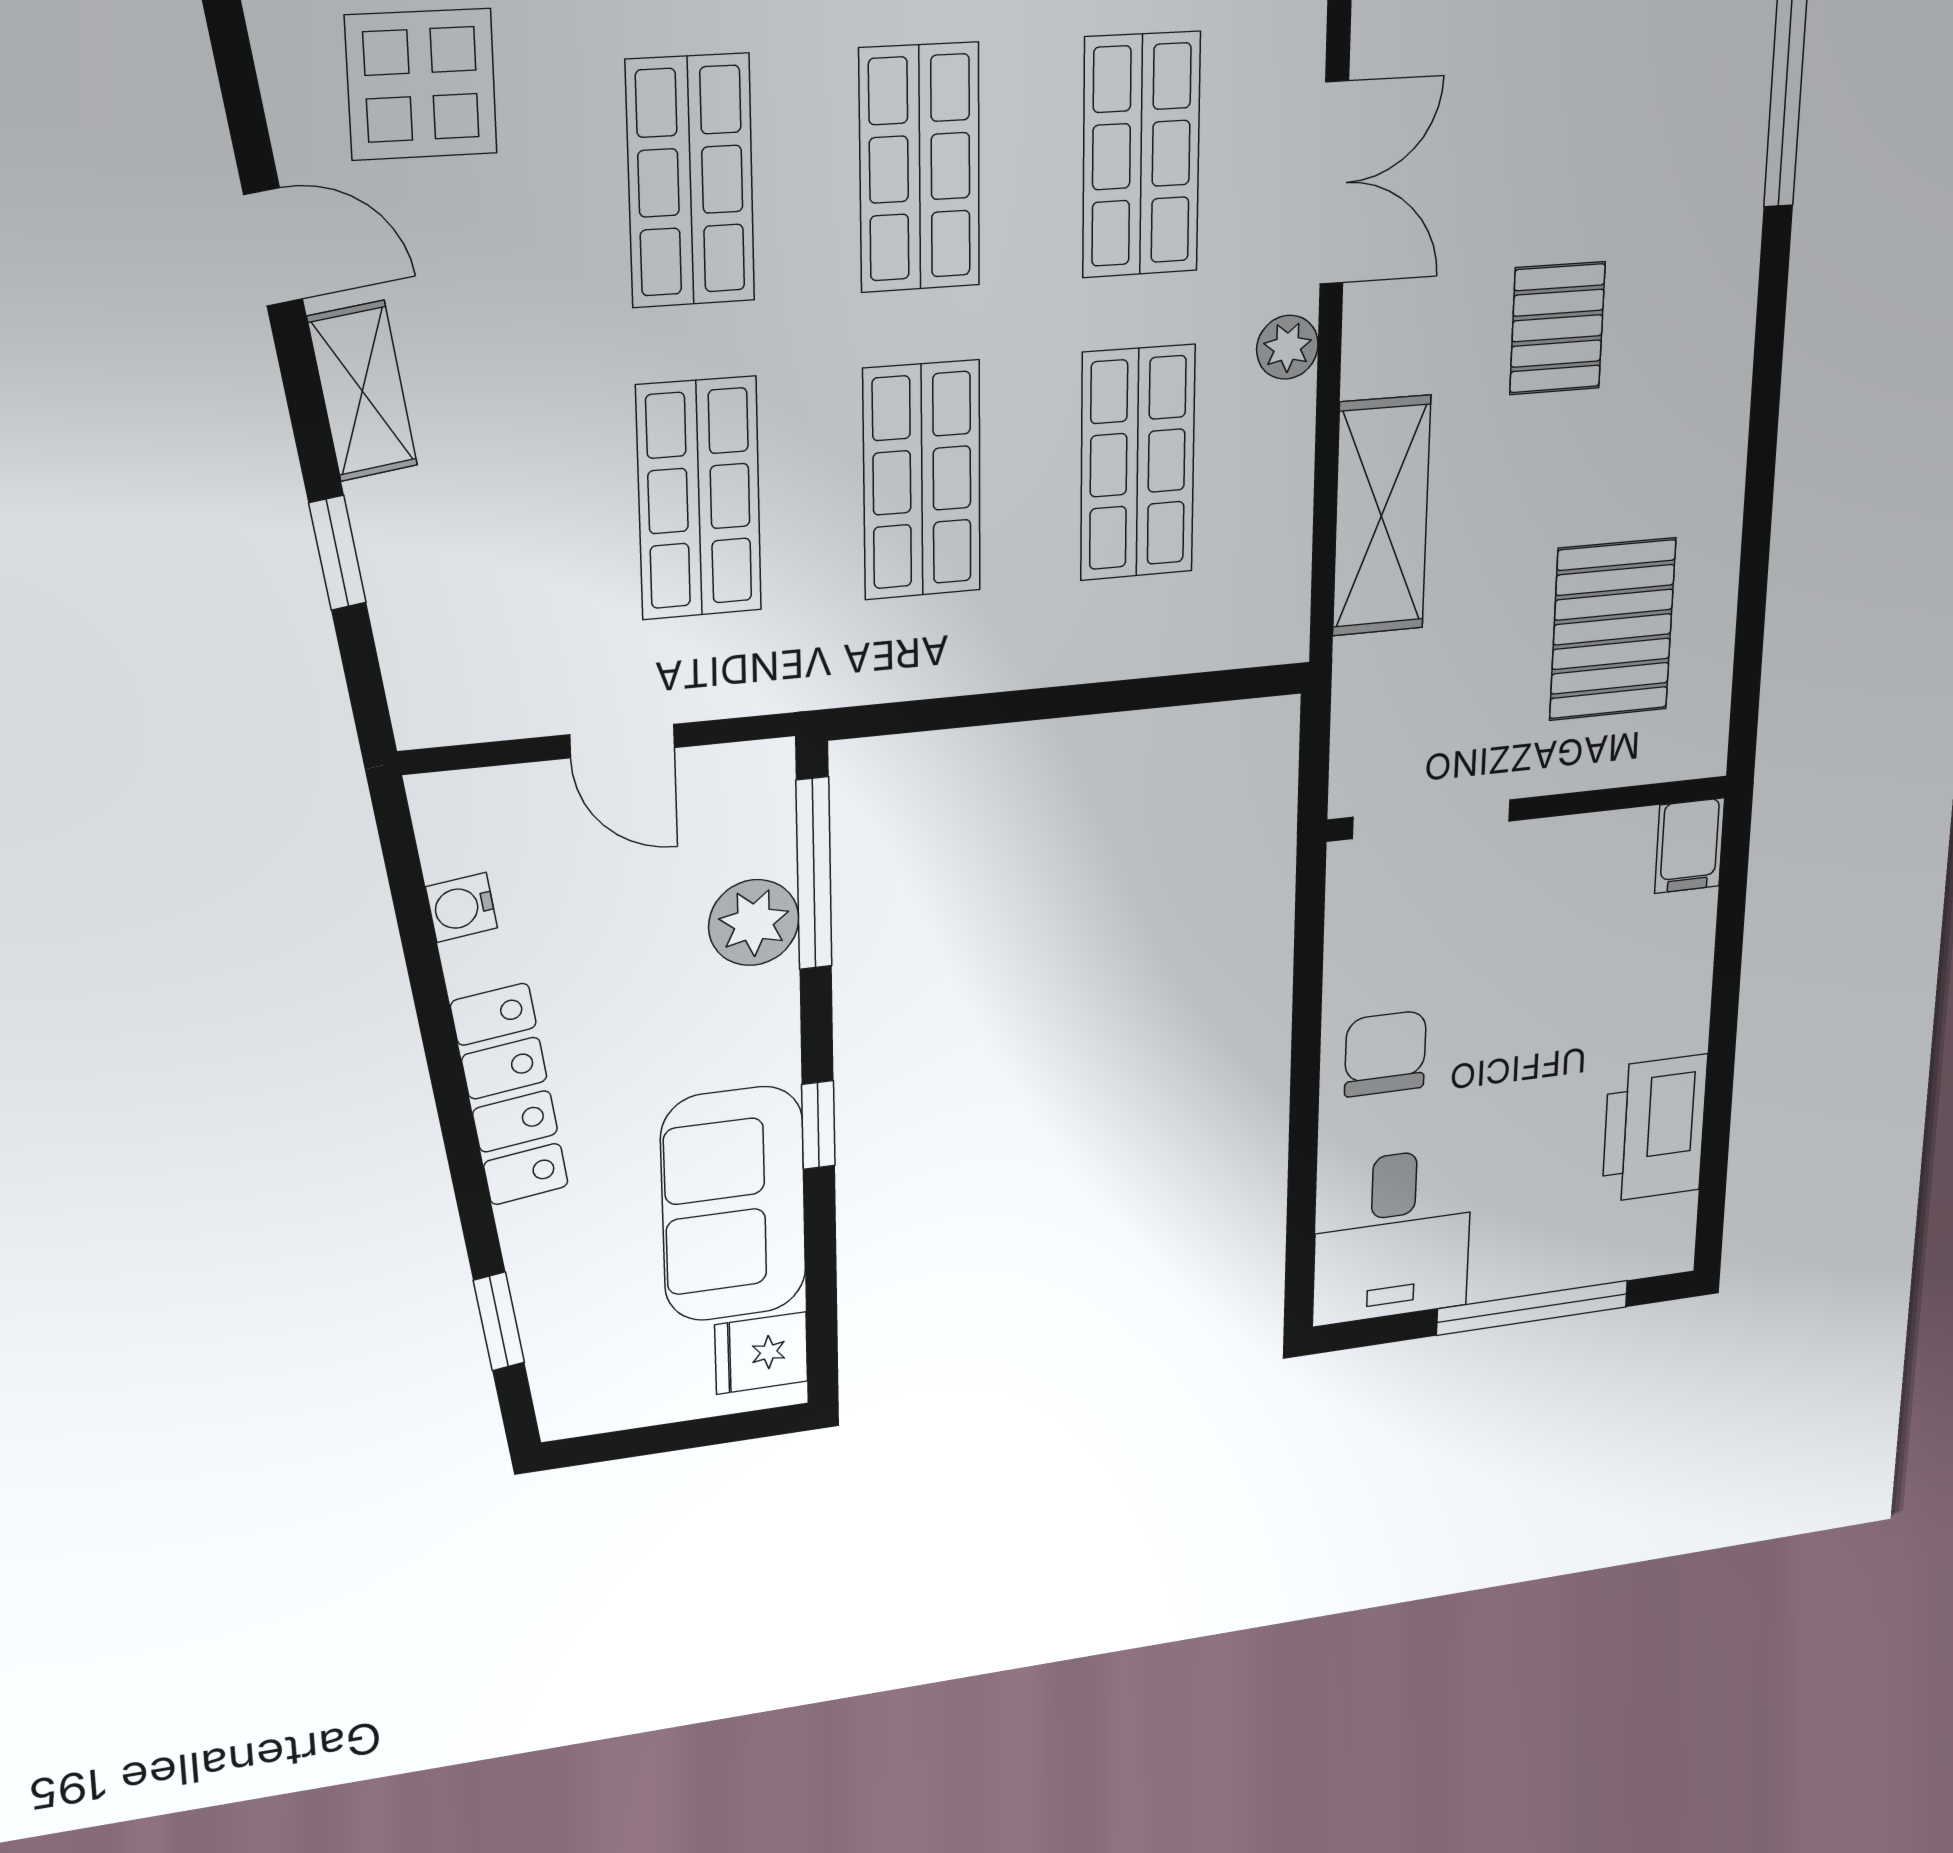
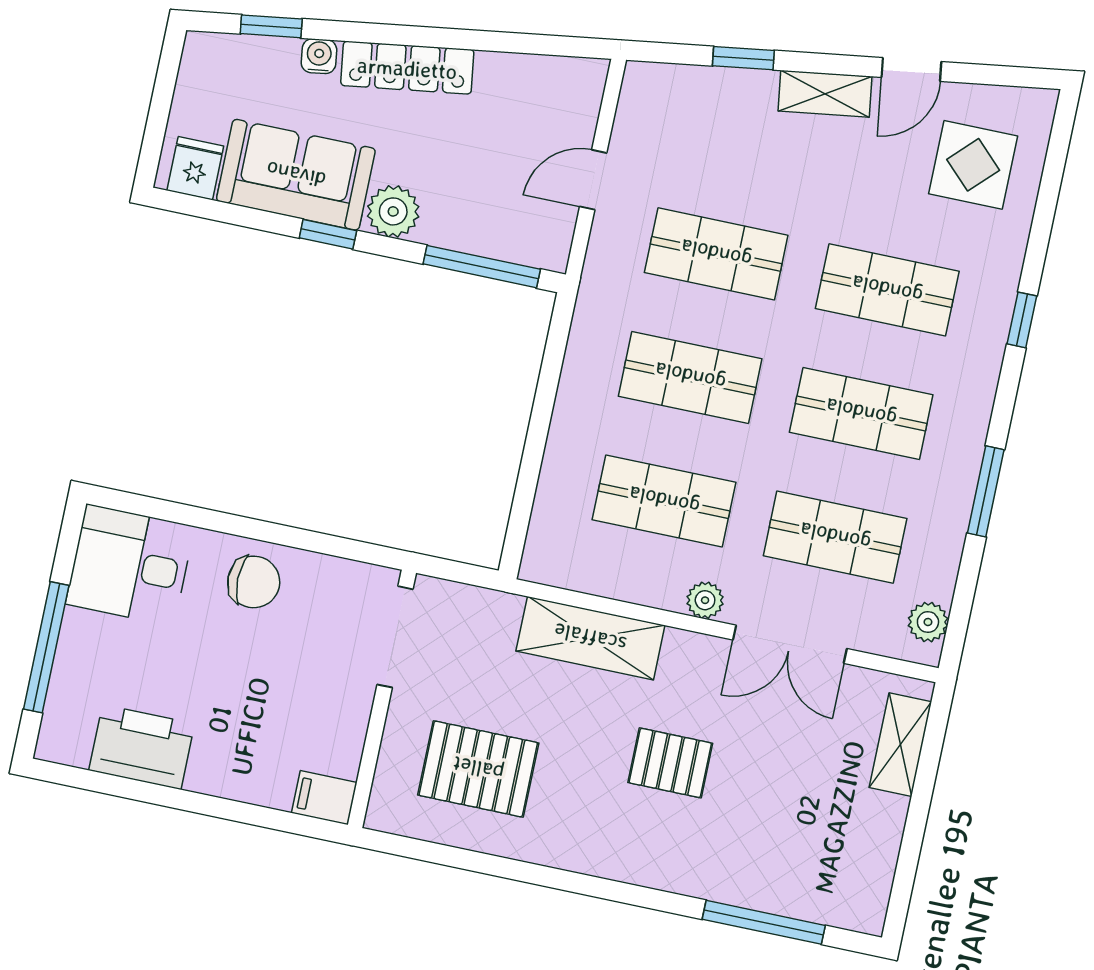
water cooler: (461, 907) -> (319, 56), moved
plant: (754, 923) -> (393, 211), moved

